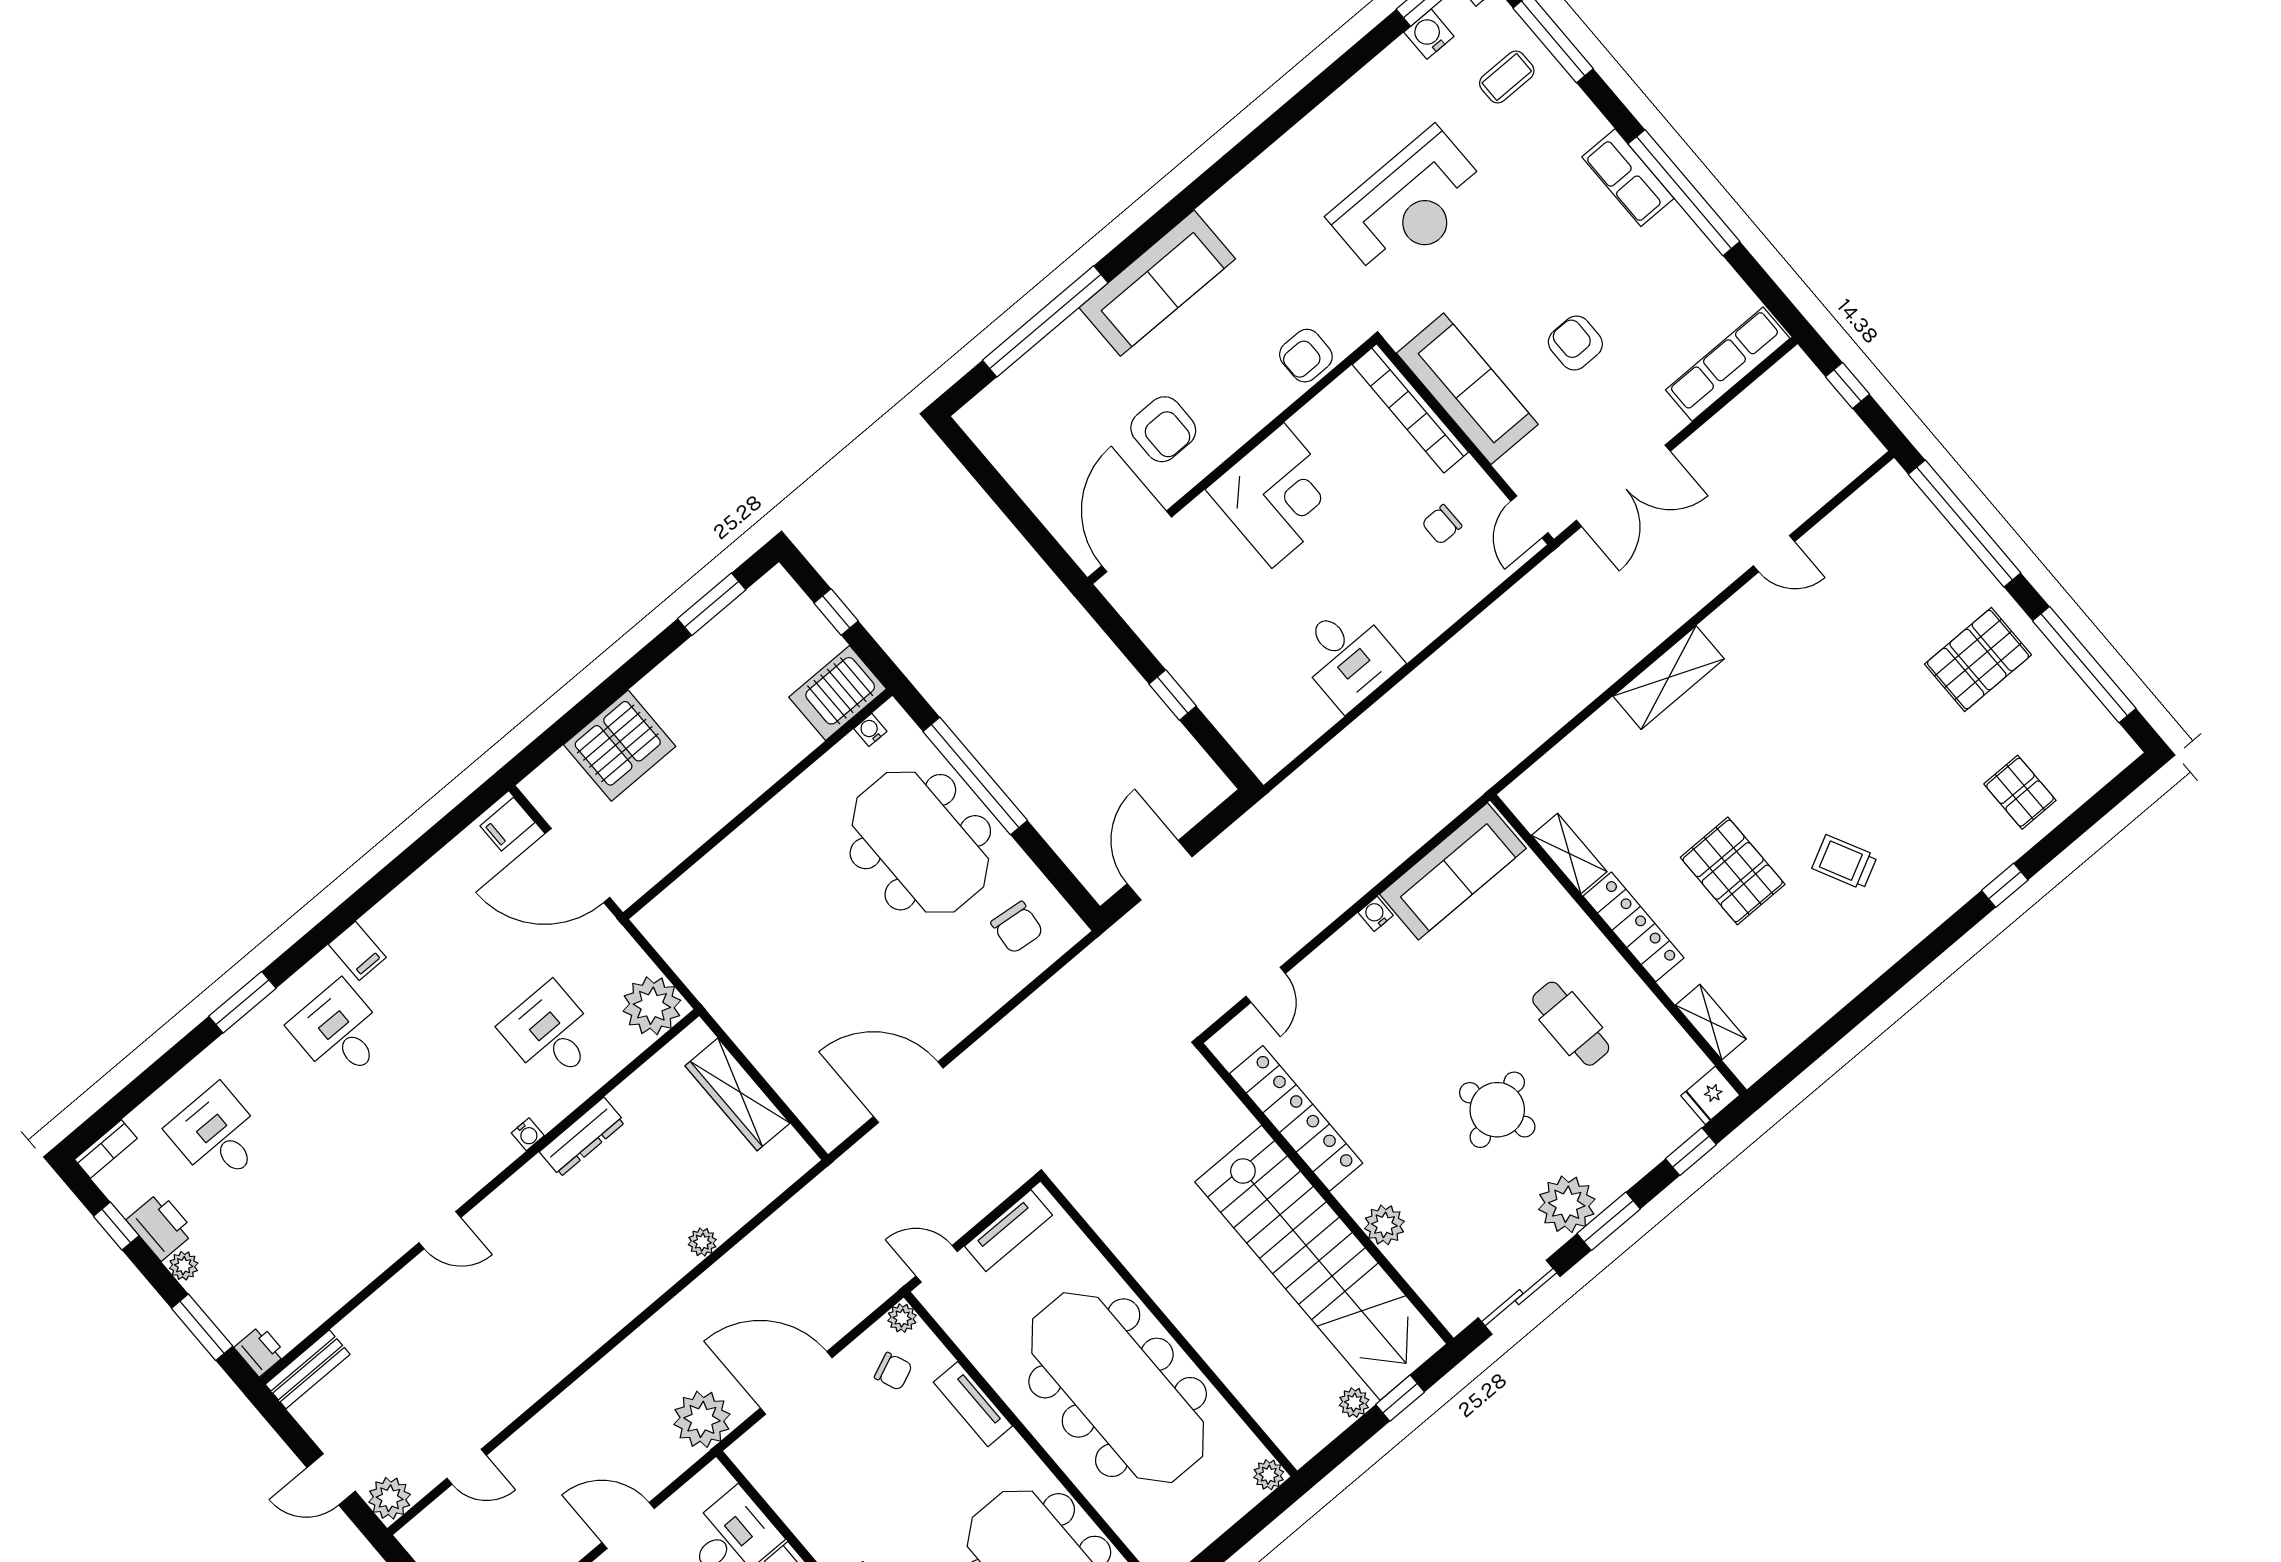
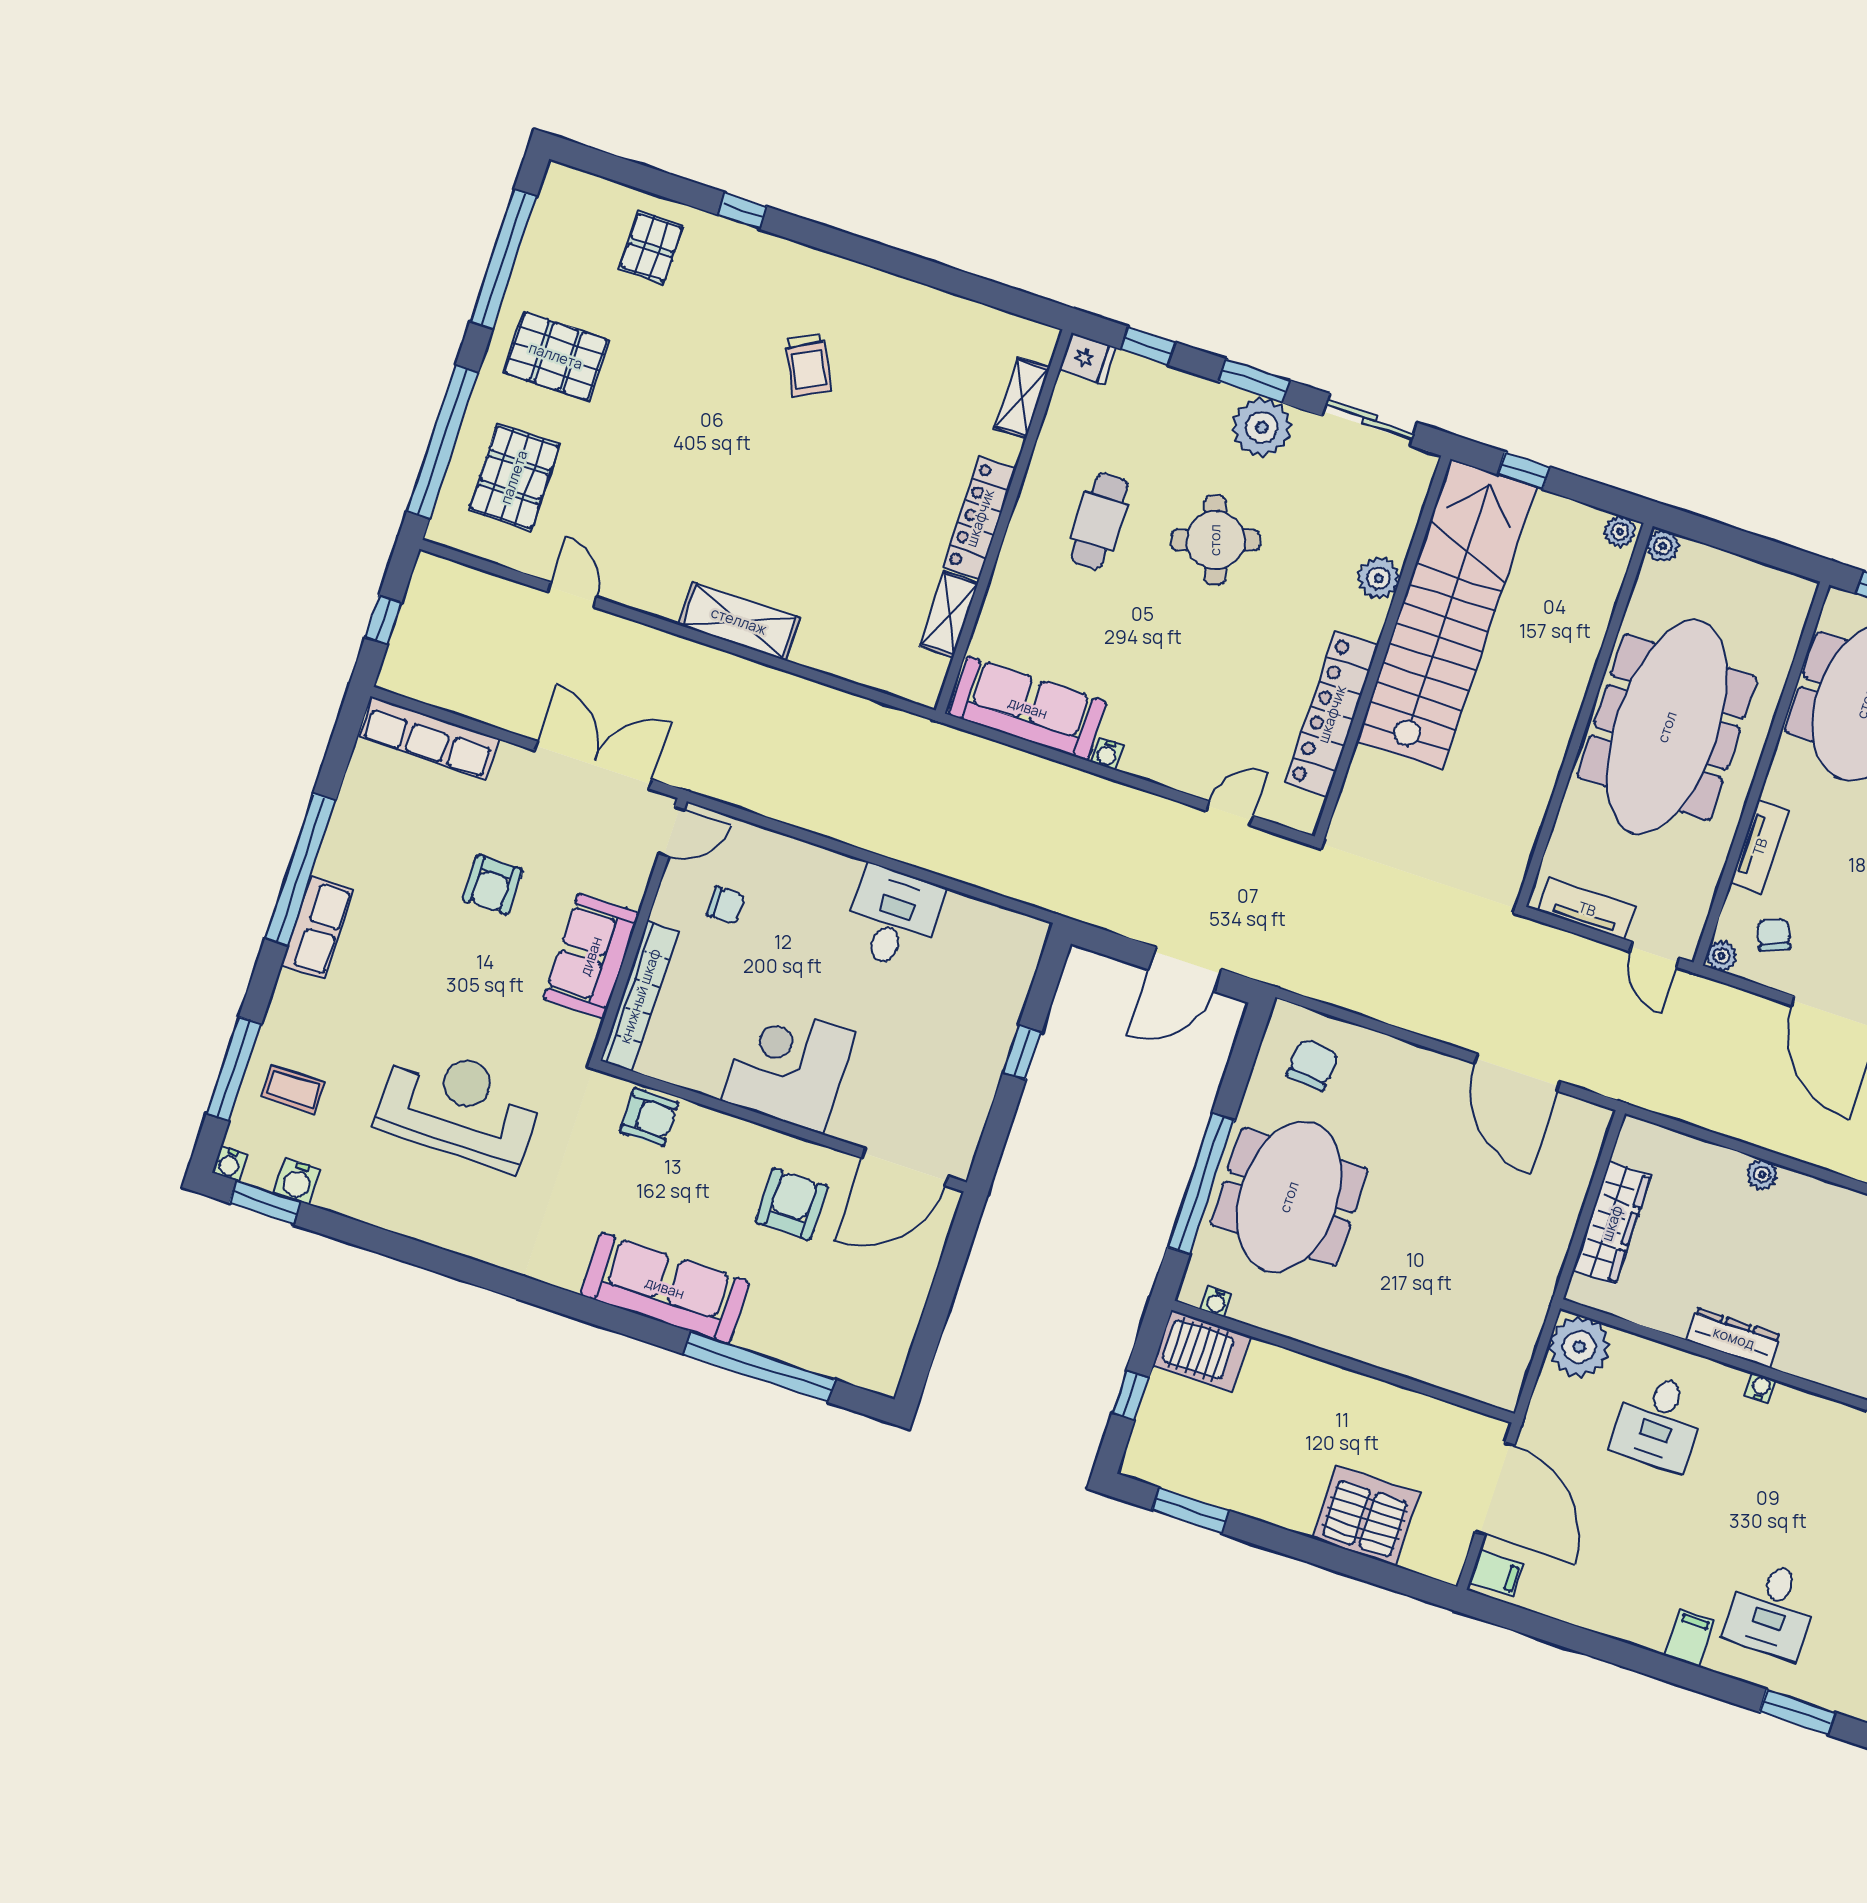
sofa: (1467, 389) -> (591, 956), width x0.73
pallet: (1733, 871) -> (514, 477), moved
plant: (1354, 1403) -> (1620, 531), moved

